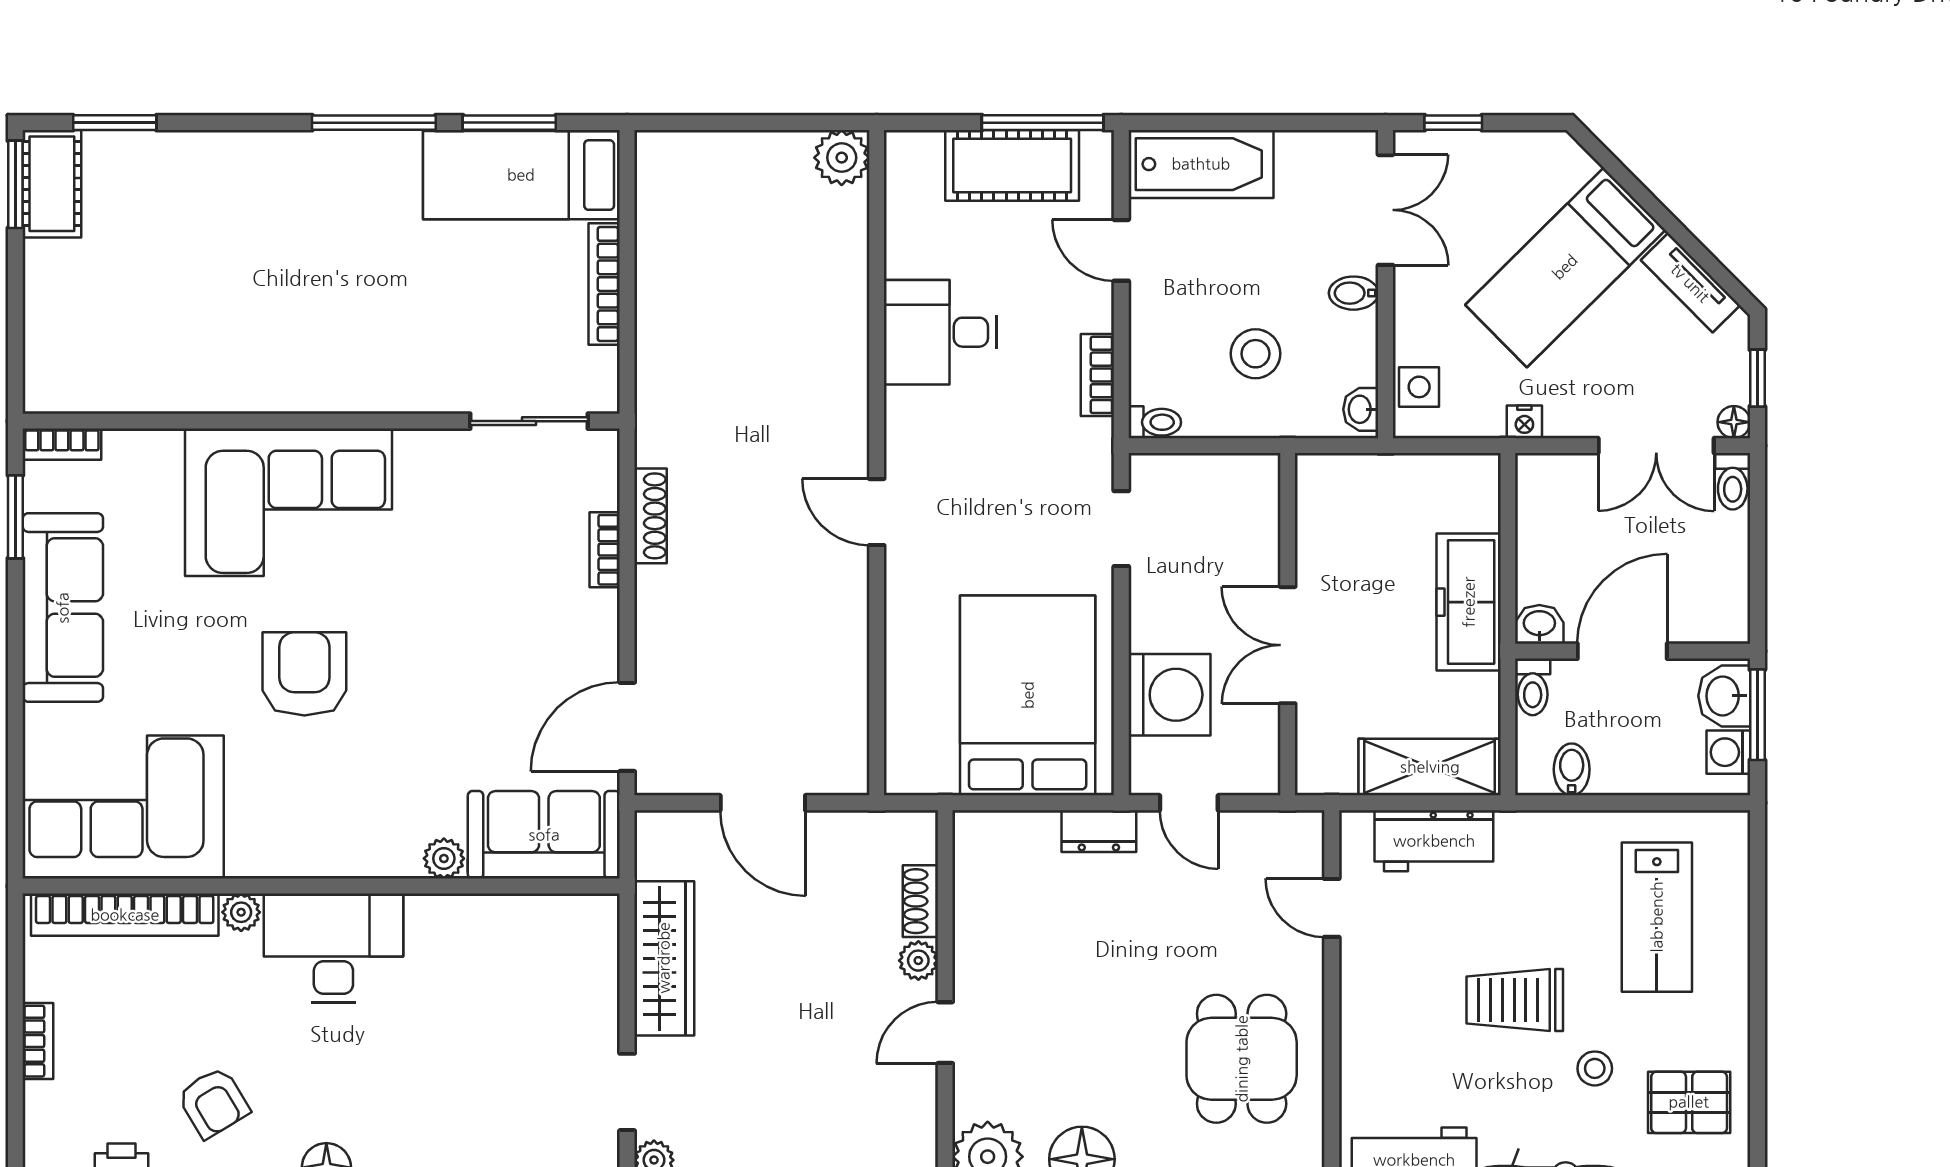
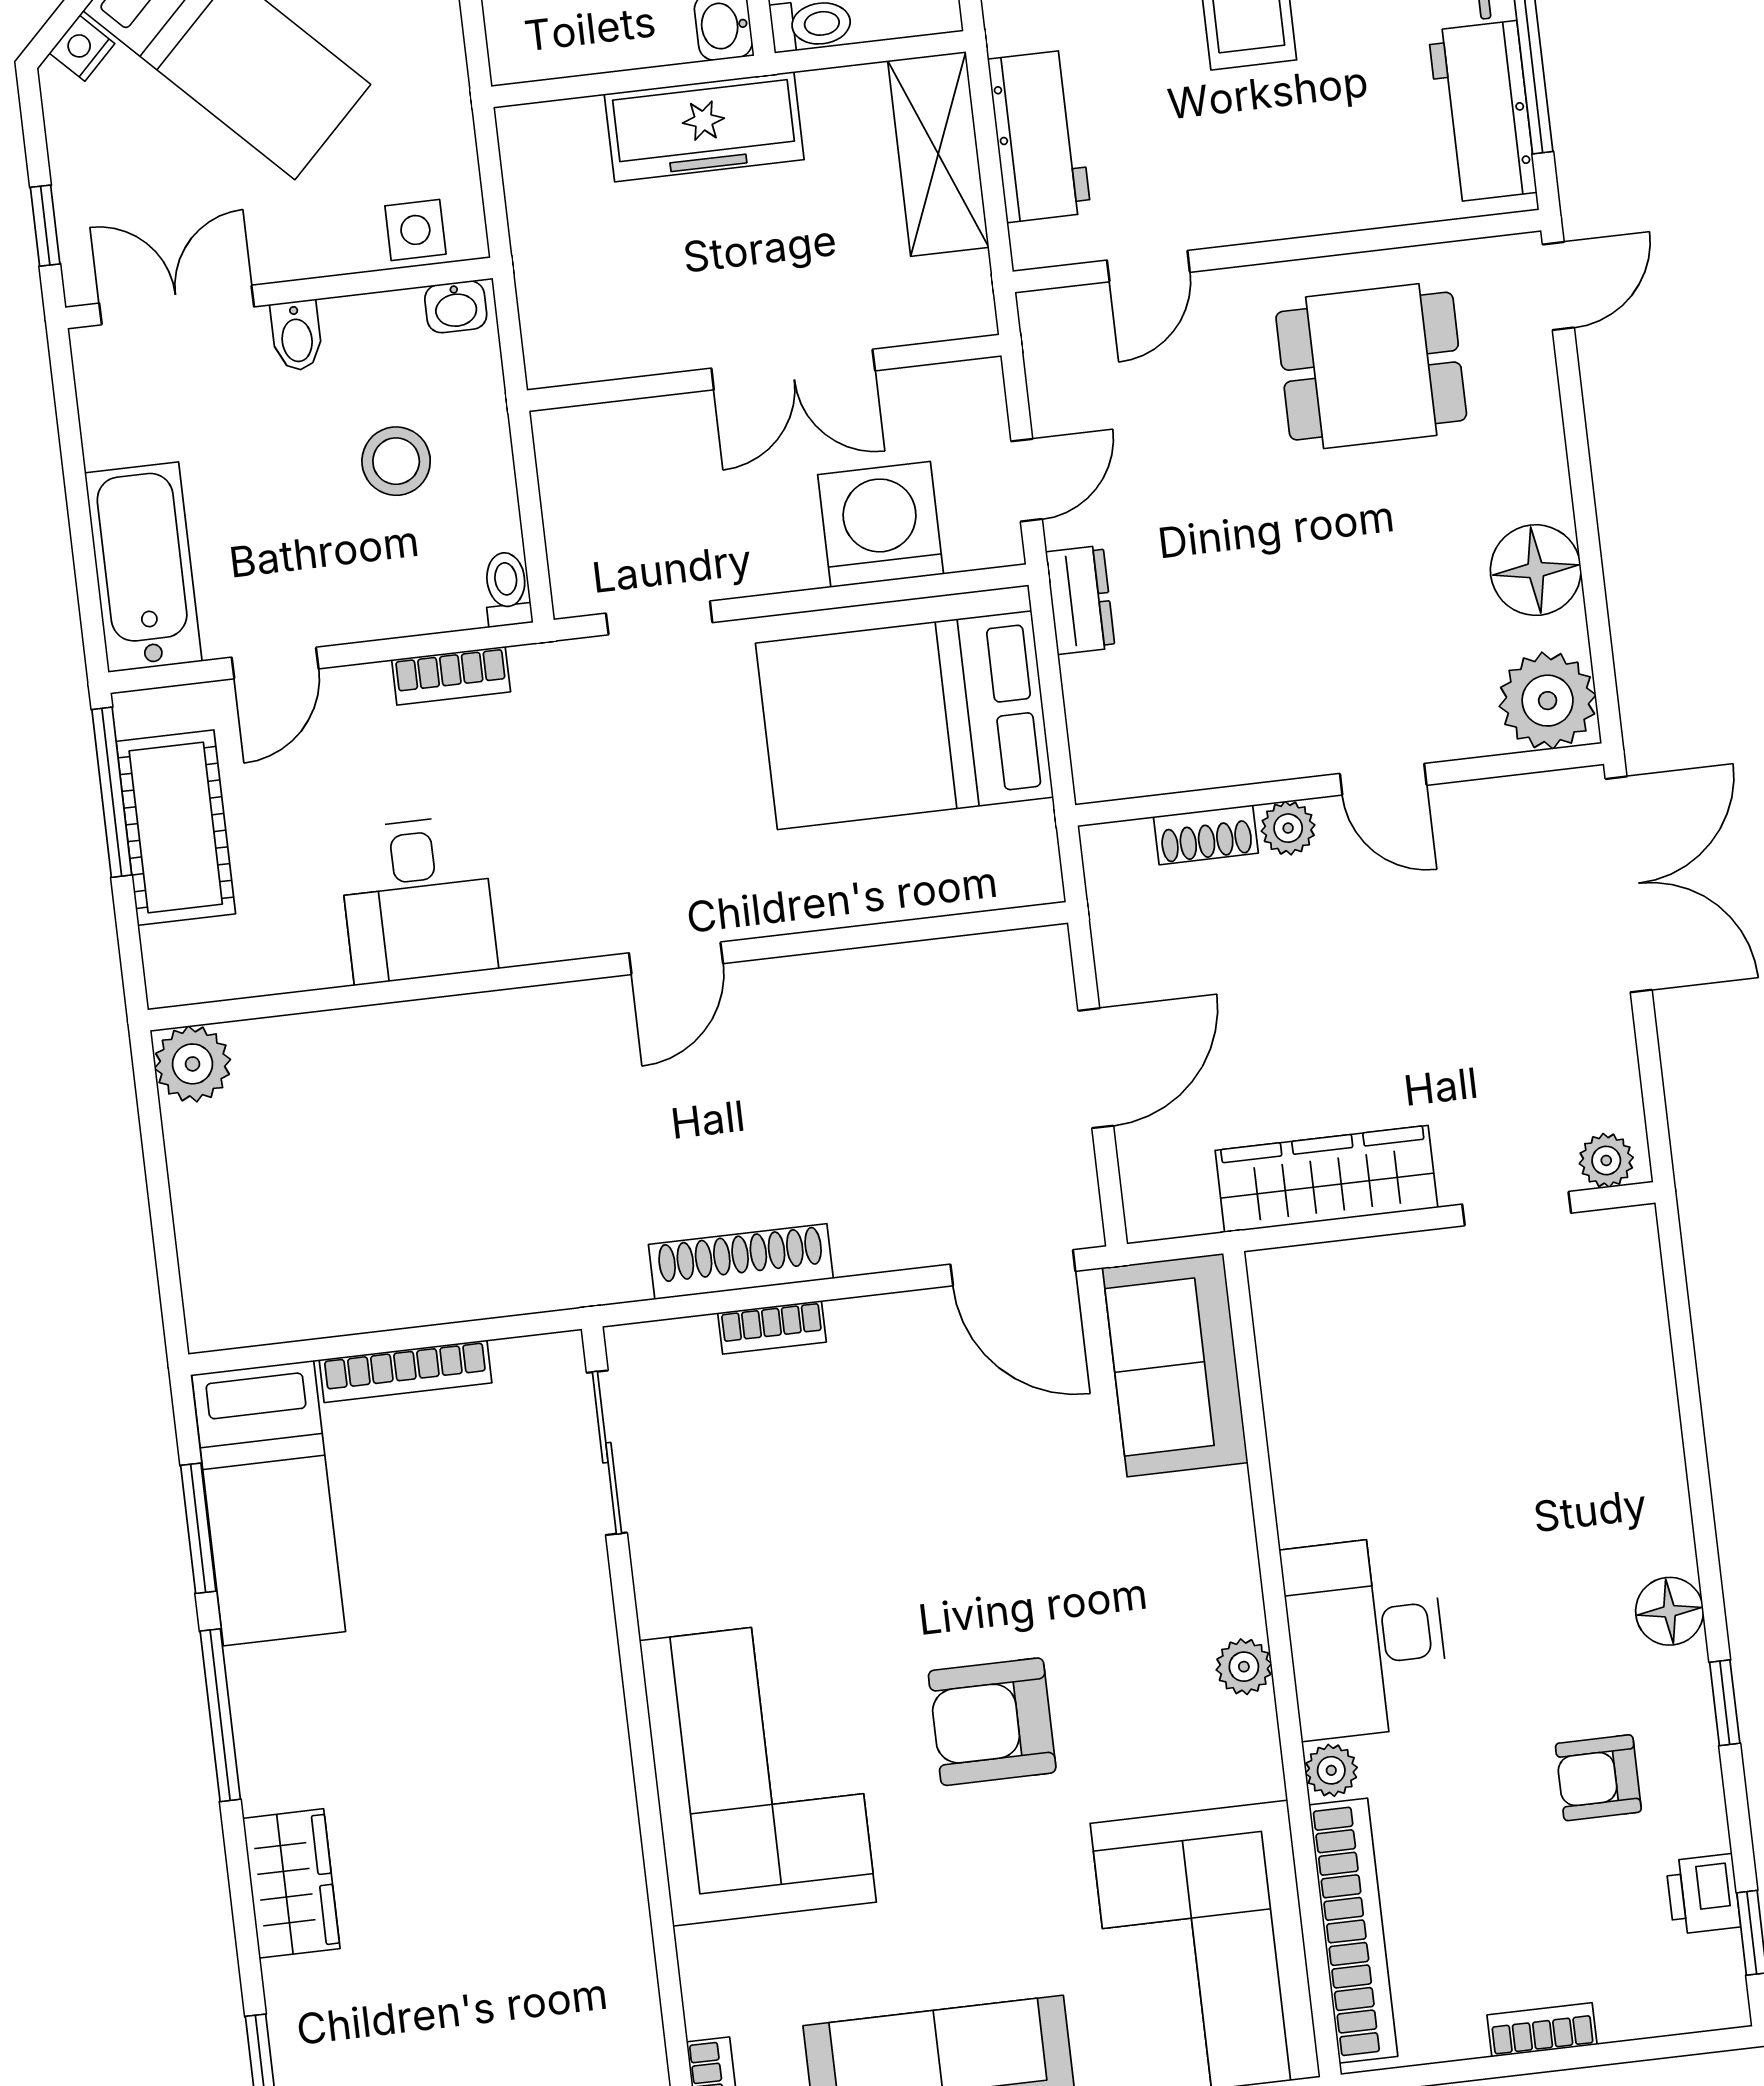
wardrobe: (248, 159) -> (291, 1883), added
nightstand: (1524, 422) -> (82, 48), moved, turned -135
shoe rack: (651, 516) -> (741, 1262), width x1.36, depth x1.24
plant: (444, 858) -> (1244, 1667), moved
armchair: (213, 1103) -> (1598, 1778), turned -149

